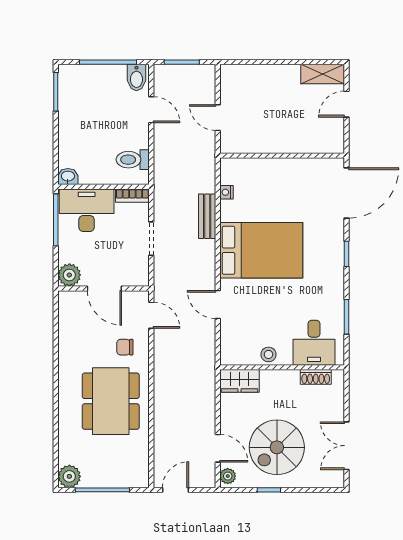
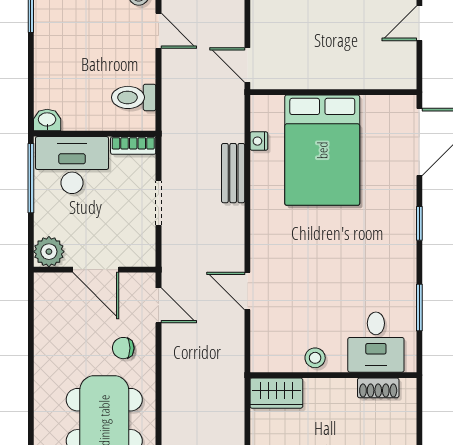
door: (218, 118) -> (247, 65), moved
bed: (261, 250) -> (322, 150), moved, turned 90

